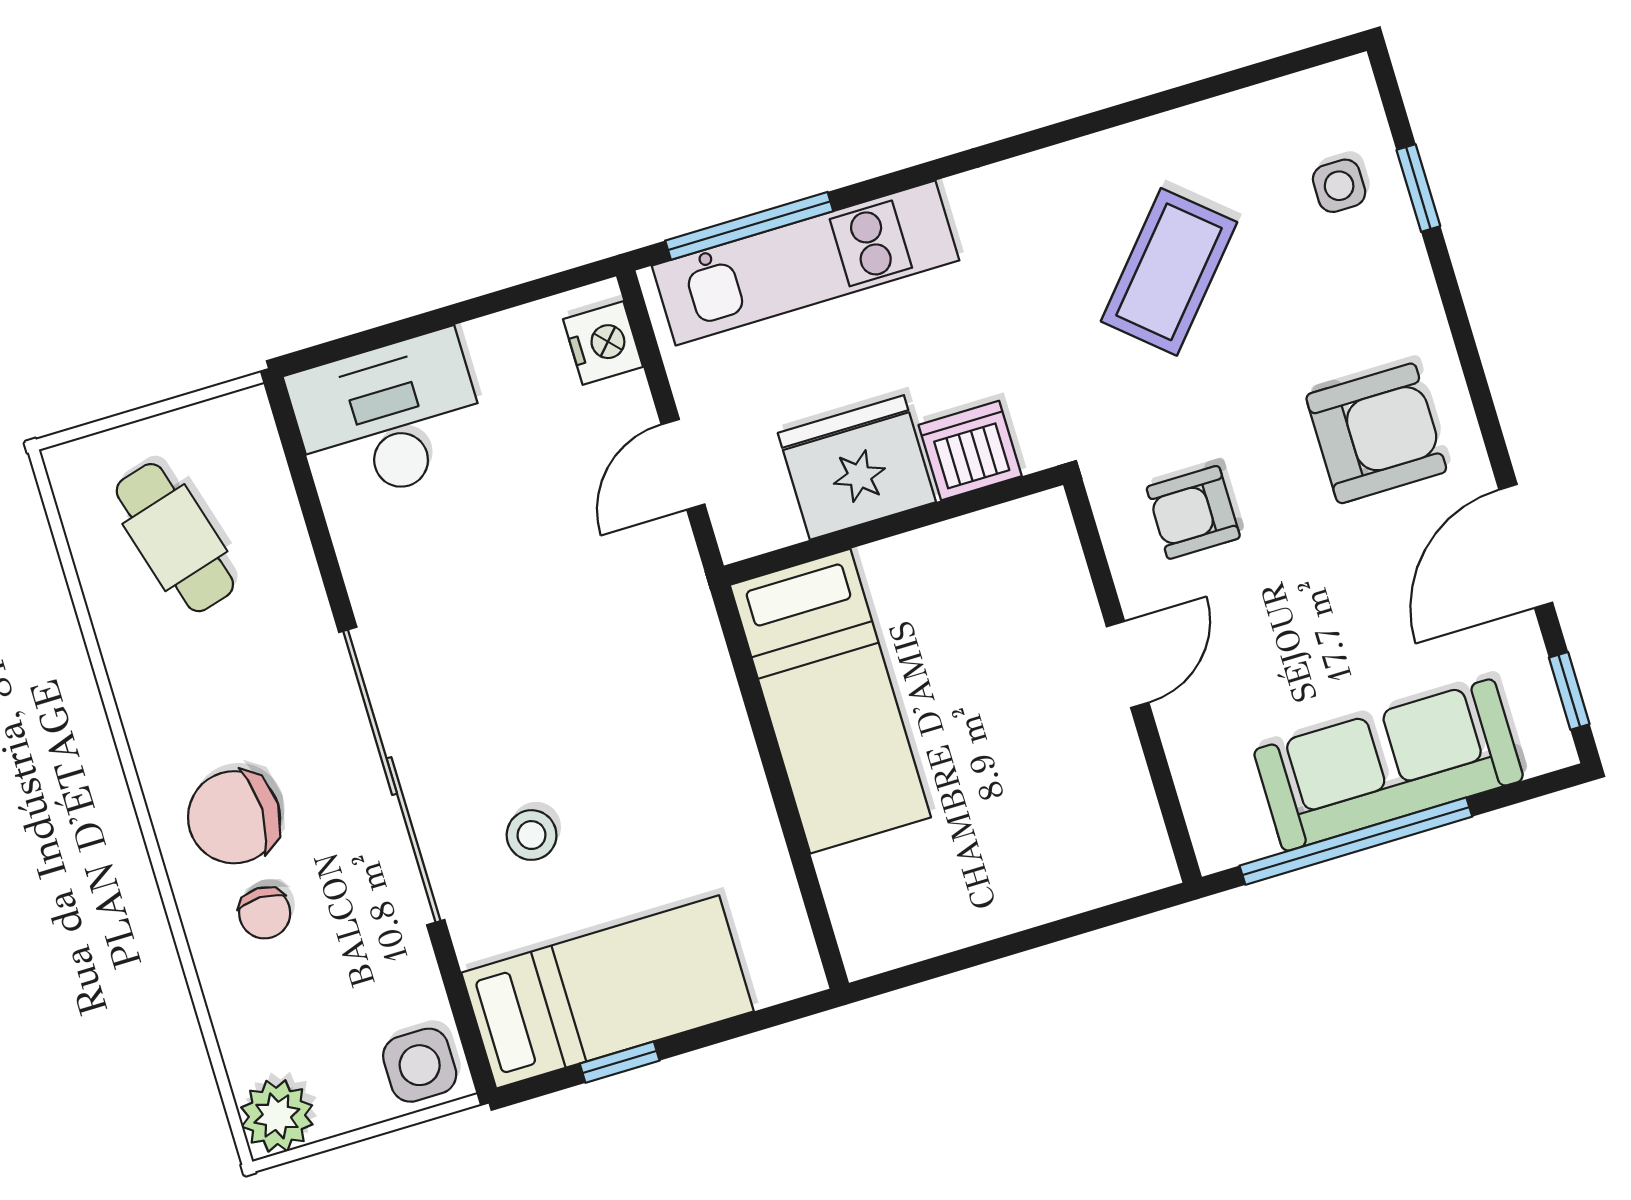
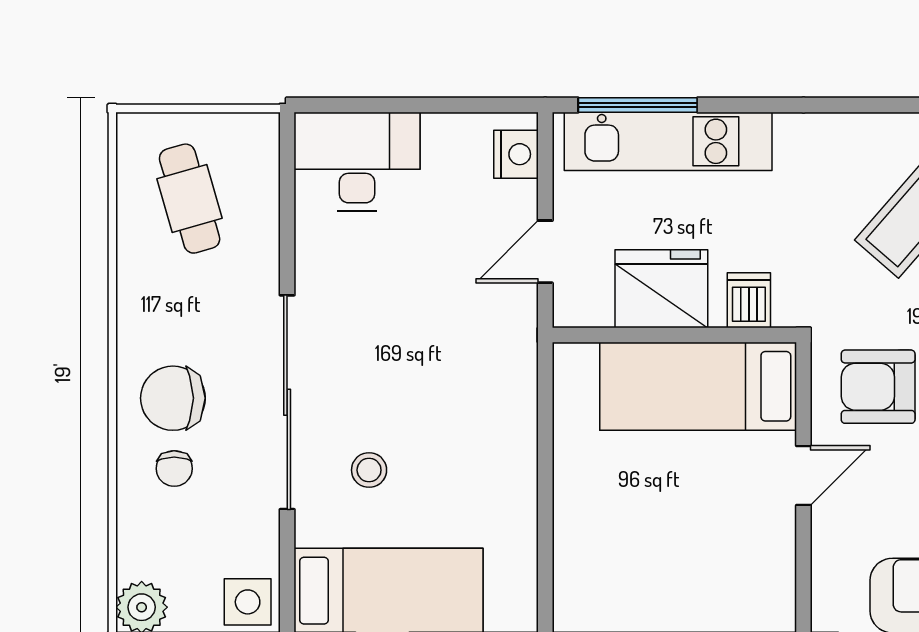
dishwasher: (970, 451) -> (749, 300), width x0.73
armchair: (1193, 512) -> (878, 387), width x1.38, depth x1.38
bed: (830, 701) -> (698, 386), moved, turned 90

